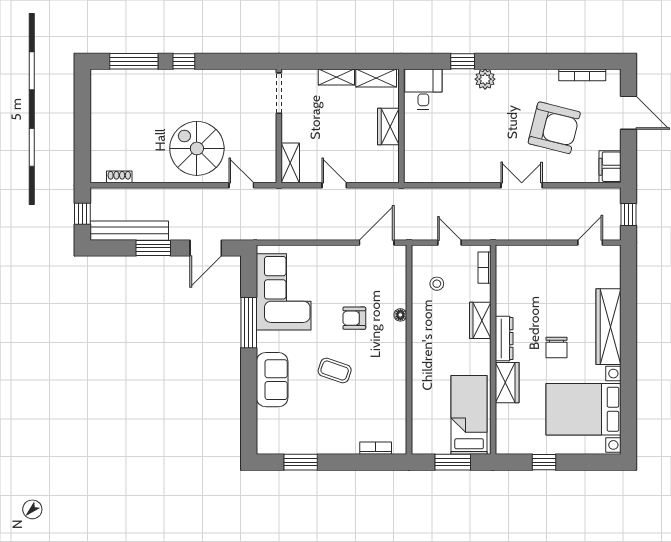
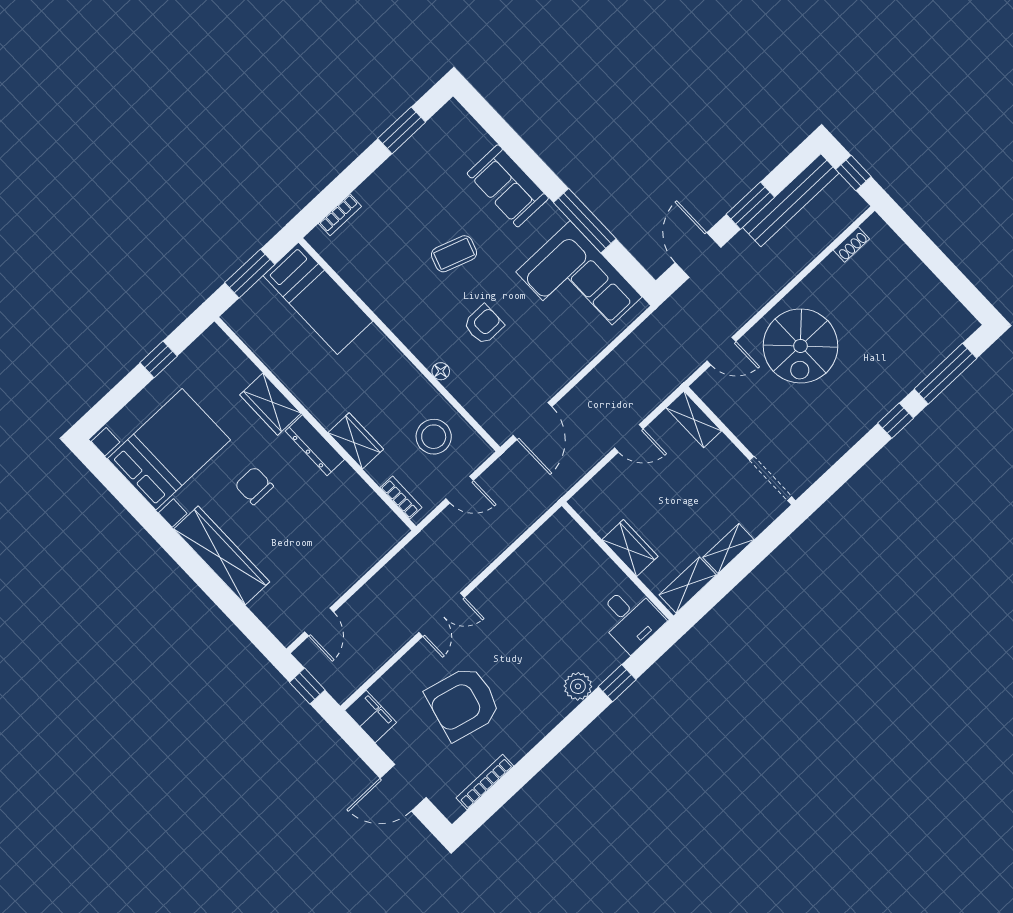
spiral stairs: (197, 148) -> (800, 346), turned 90
stool: (437, 284) -> (434, 437), width x1.89, depth x1.89
bed: (469, 415) -> (318, 298), moved

